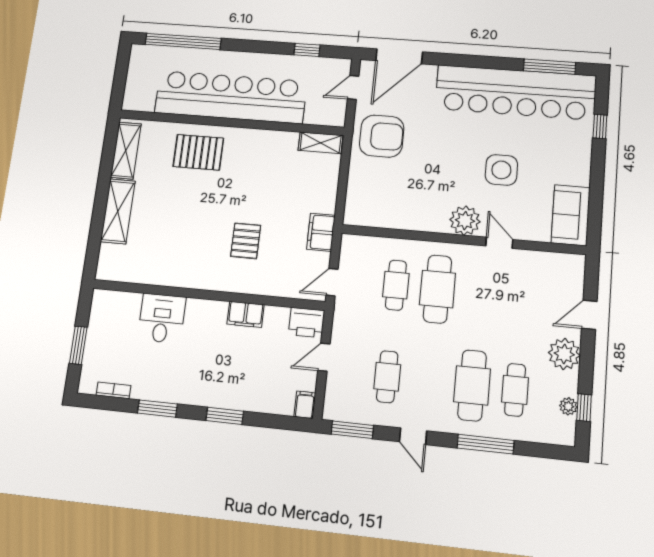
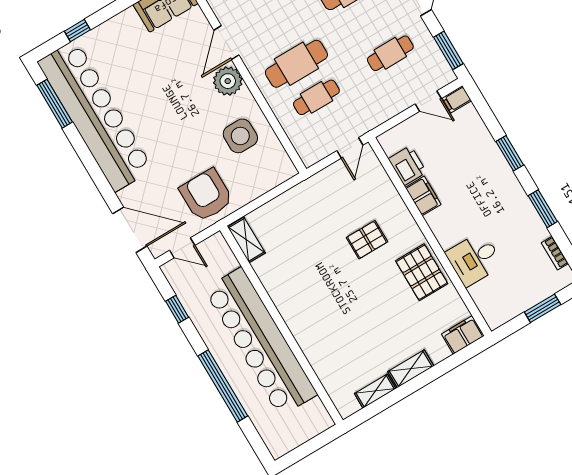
window: (183, 41) -> (223, 386), moved
shelving: (126, 150) -> (375, 391), width x0.67, depth x0.75
pallet: (198, 152) -> (422, 272), moved
side table: (501, 170) -> (240, 136), moved
shelving: (118, 211) -> (411, 369), width x0.67, depth x0.75
filing cabinet: (321, 232) -> (463, 335), moved, turned 180
door: (499, 243) -> (226, 43), width x1.38
door: (332, 282) -> (350, 148), hinge flipped
printer: (307, 322) -> (407, 165), moved
door: (324, 357) -> (428, 101), moved

